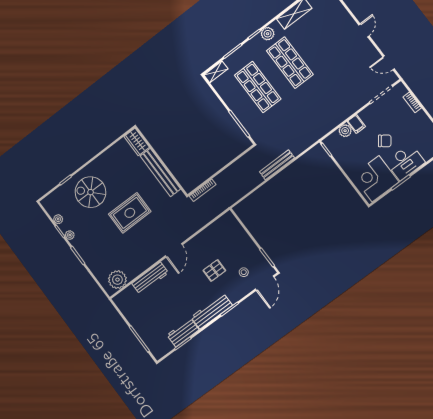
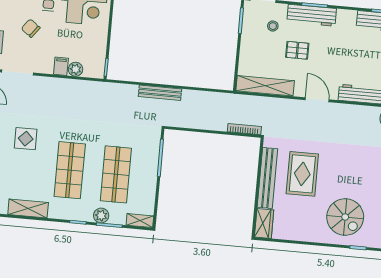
plant: (268, 34) -> (101, 216), moved
display table: (337, 57) -> (26, 139), added
chair: (385, 141) -> (31, 28), moved
rug: (130, 213) -> (302, 174), moved, turned 90
shelving: (214, 230) -> (265, 86), added
door: (174, 250) -> (317, 100), hinge flipped
workbench: (212, 311) -> (312, 15), moved

